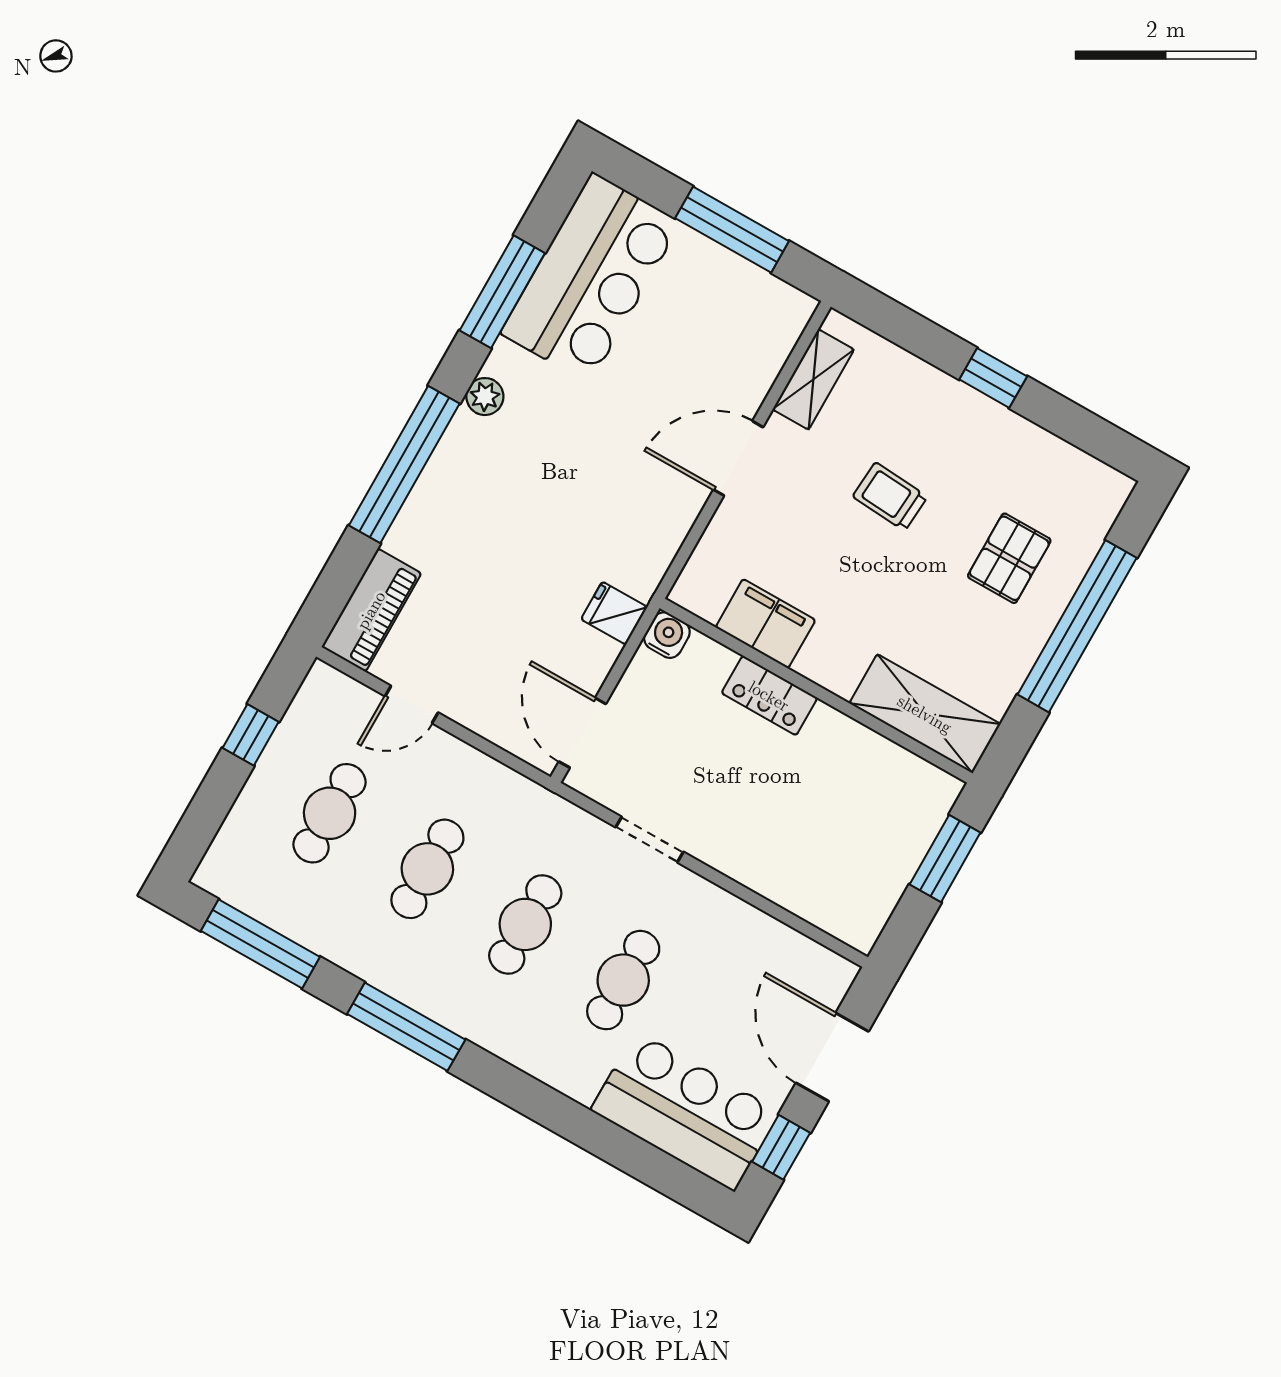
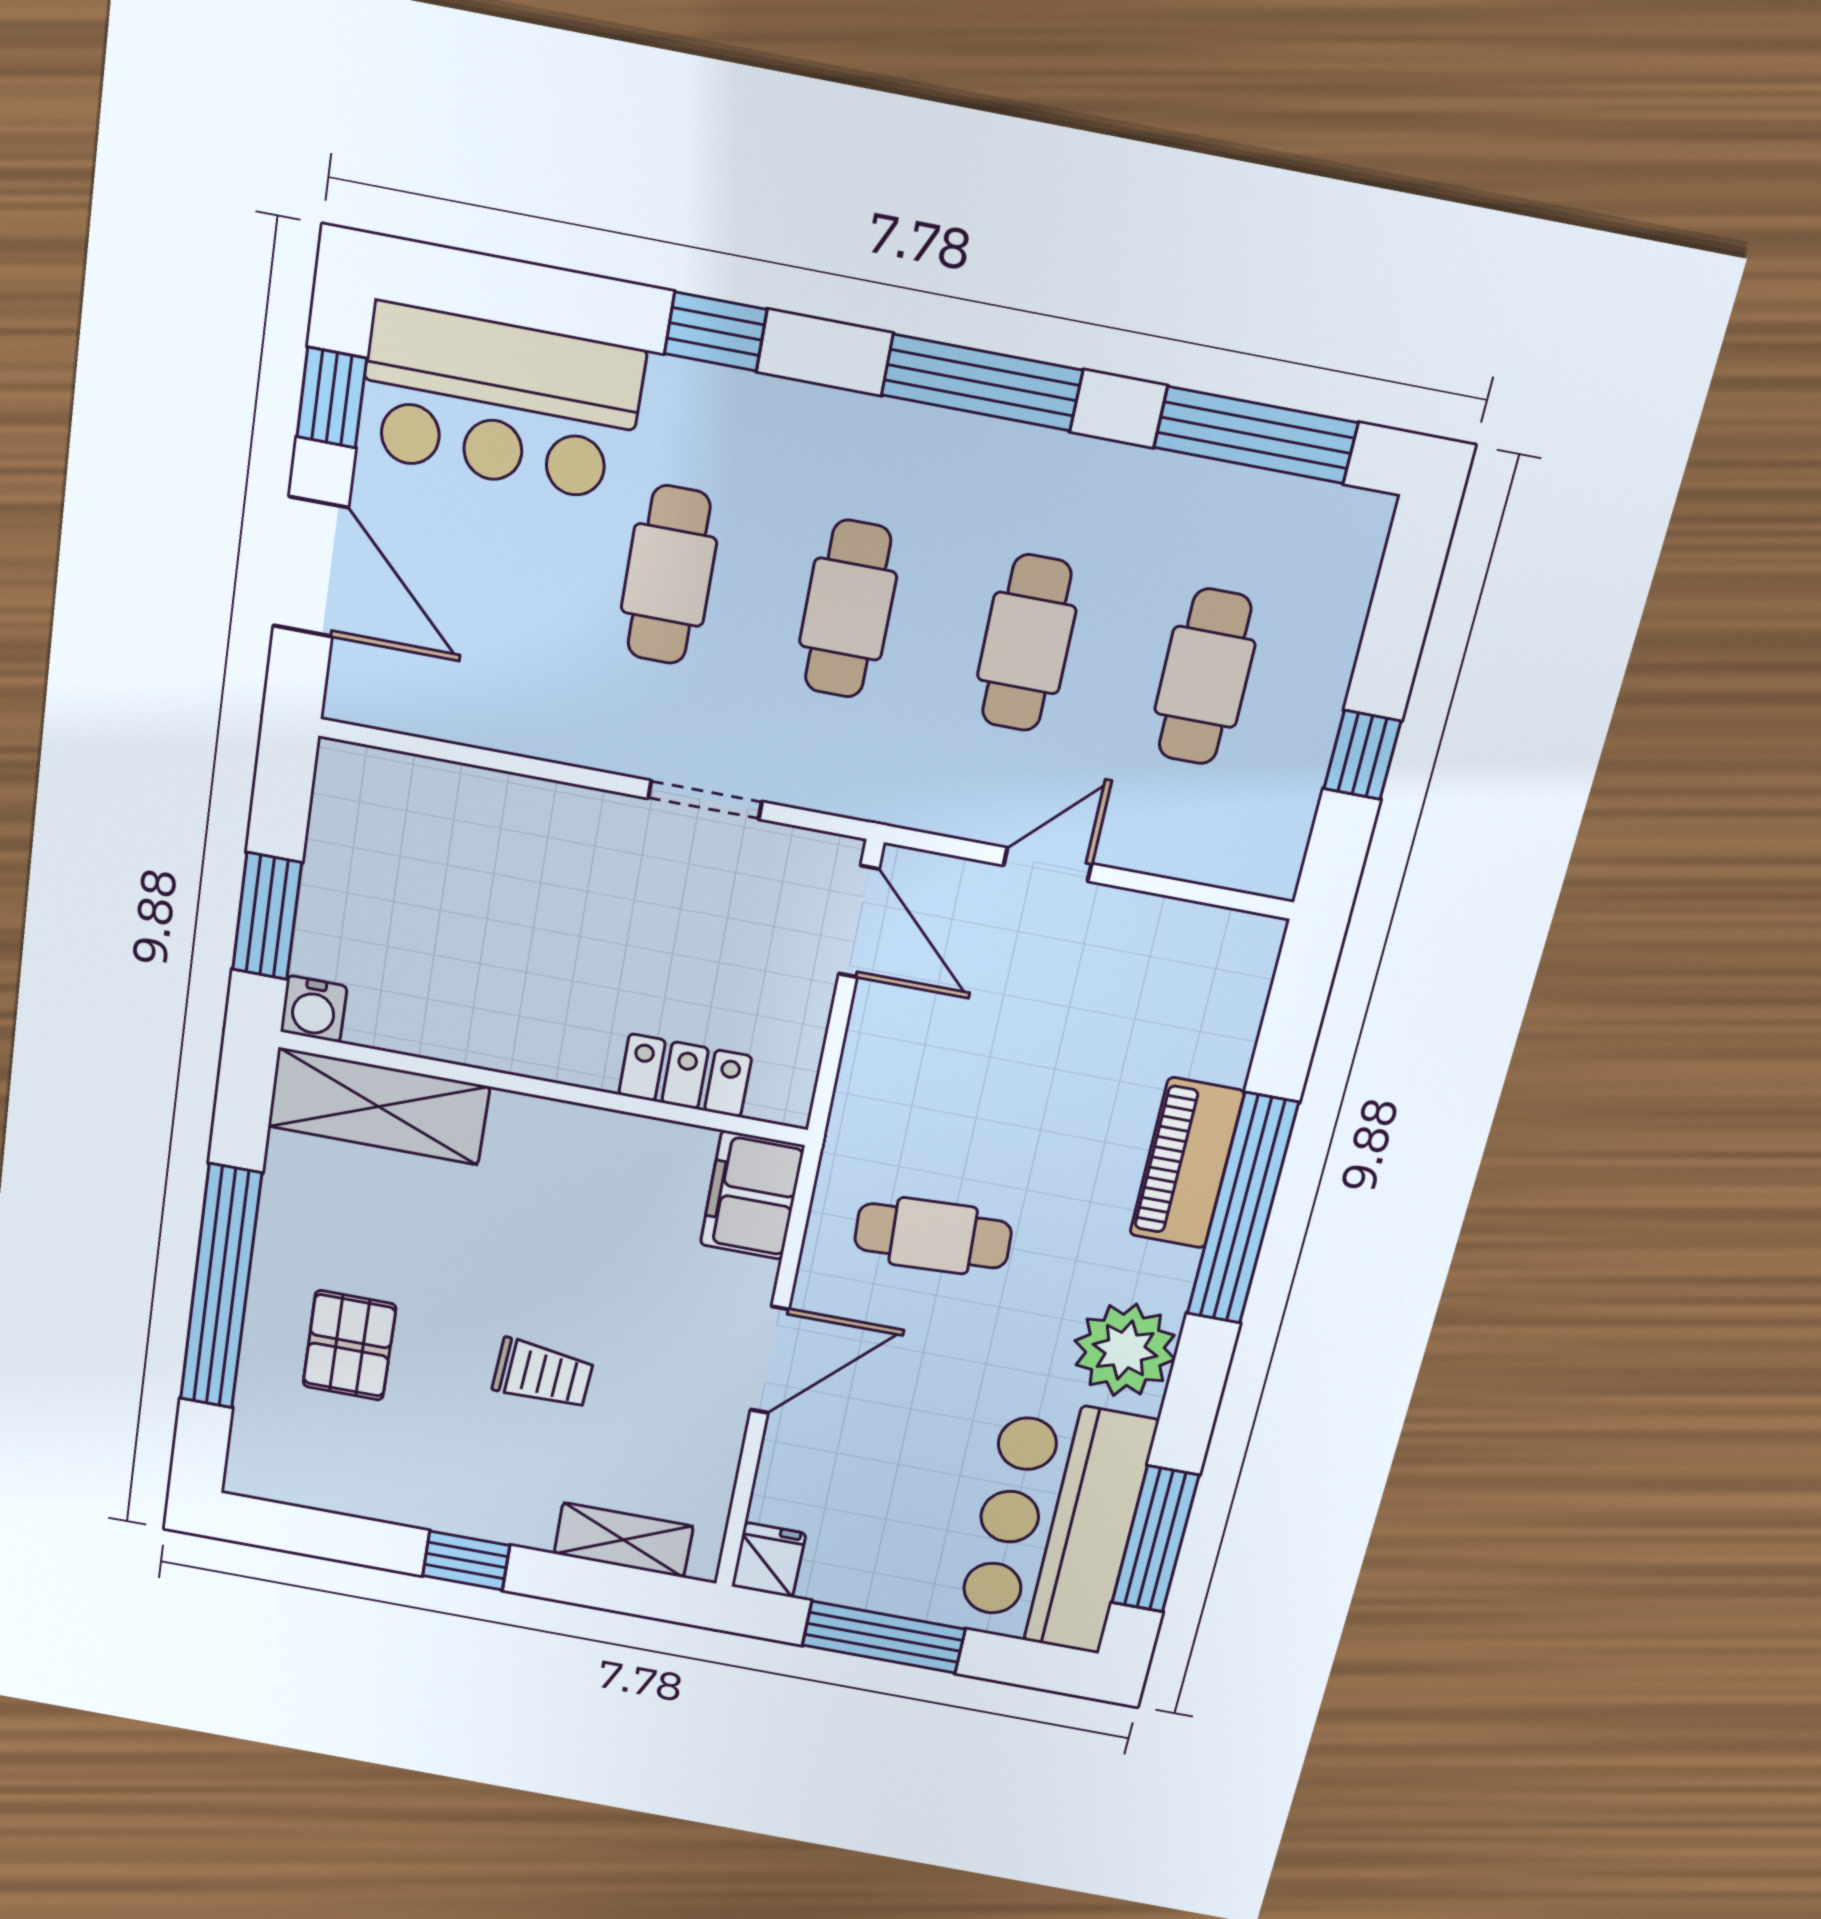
window: (502, 292) -> (1155, 1539), moved
shelving: (813, 379) -> (623, 1540), moved, turned 90
plant: (485, 397) -> (1125, 1350), width x1.88, depth x1.88
cafe table: (604, 510) -> (933, 1236), added
piano: (371, 610) -> (1187, 1163), moved
fridge: (614, 613) -> (769, 1560), moved, turned -90
filing cabinet: (766, 624) -> (752, 1195), moved, turned 90
water cooler: (667, 635) -> (314, 1009), moved
locker: (769, 696) -> (685, 1075), moved
door: (412, 704) -> (1048, 865), moved
window: (547, 1107) -> (716, 332), added

